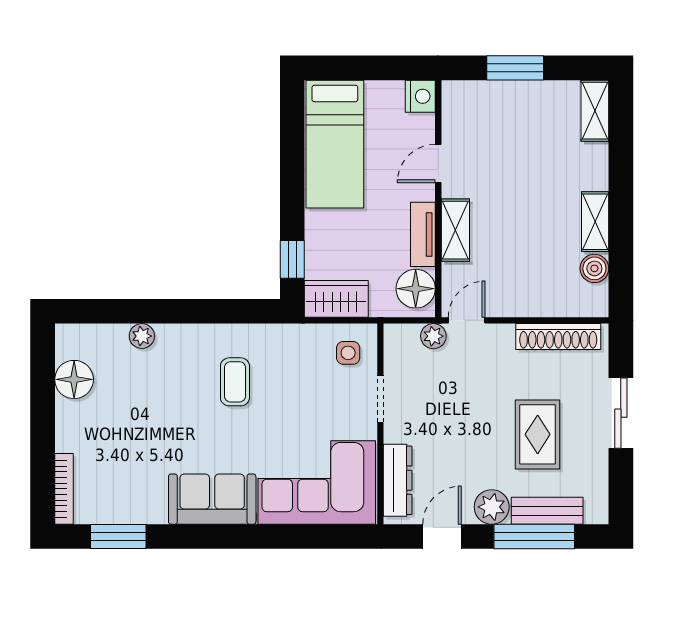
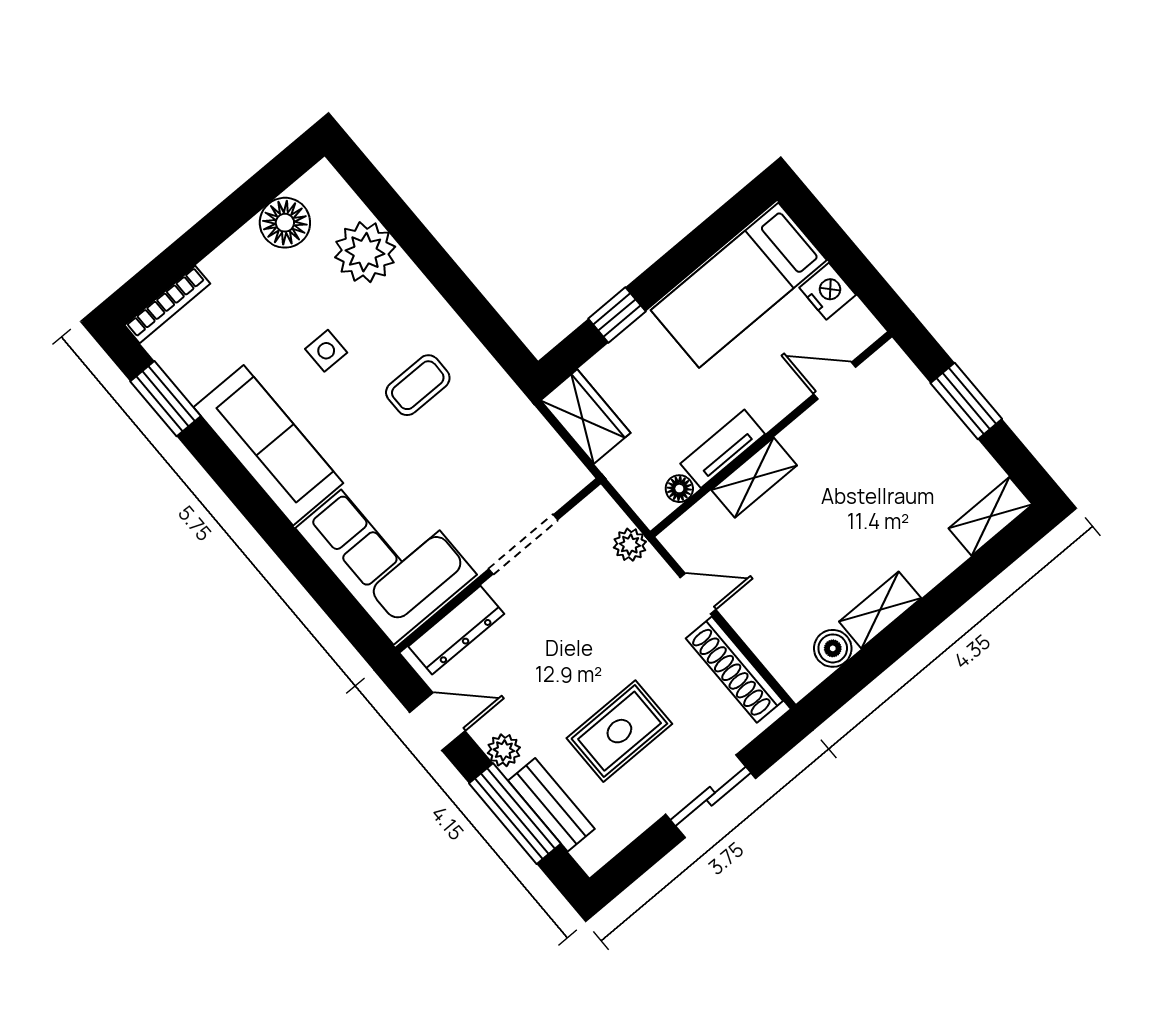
nightstand: (420, 96) -> (828, 291), moved, turned -90
door: (438, 163) -> (835, 381), moved
window: (292, 259) -> (617, 315), moved
floor lamp: (416, 289) -> (679, 489), width x0.53, depth x0.53
door: (467, 320) -> (698, 594), moved
plant: (142, 336) -> (365, 252), width x1.87, depth x1.87
side table: (348, 353) -> (326, 351), moved
doorway: (380, 399) -> (523, 544), width x1.38
sofa: (212, 499) -> (268, 445), width x1.36
plant: (492, 507) -> (504, 750), width x0.73, depth x0.73

